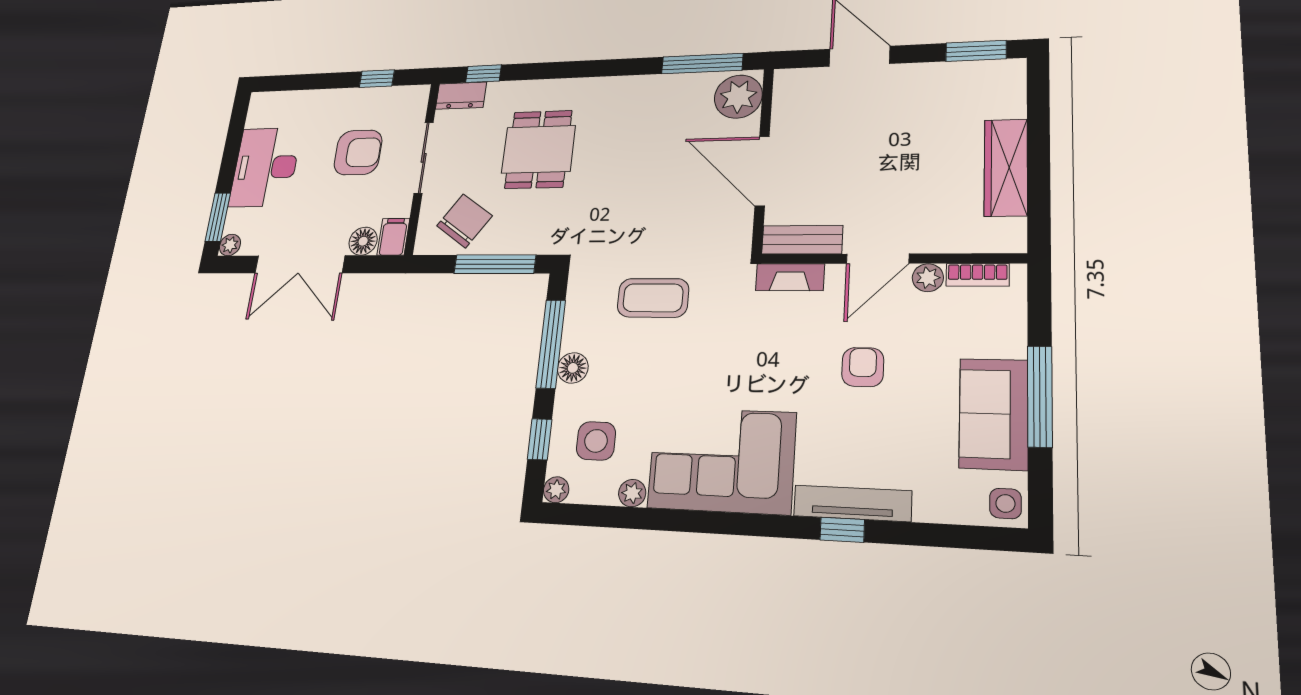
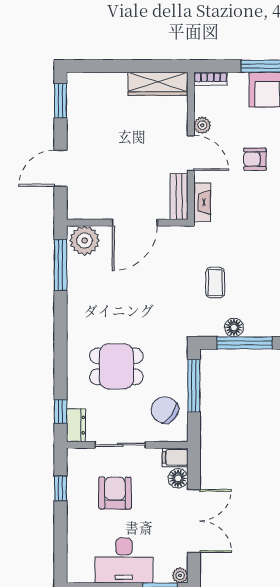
wardrobe: (1006, 167) -> (158, 84), moved
bookcase: (978, 275) -> (211, 79), moved, turned 90
coffee table: (653, 298) -> (215, 283), width x0.73, depth x0.77
floor lamp: (573, 368) -> (234, 327), moved

